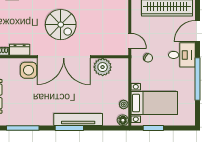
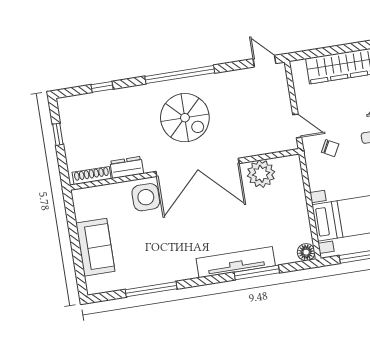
plant: (124, 104) -> (303, 227), removed
window: (69, 128) -> (257, 273), moved

